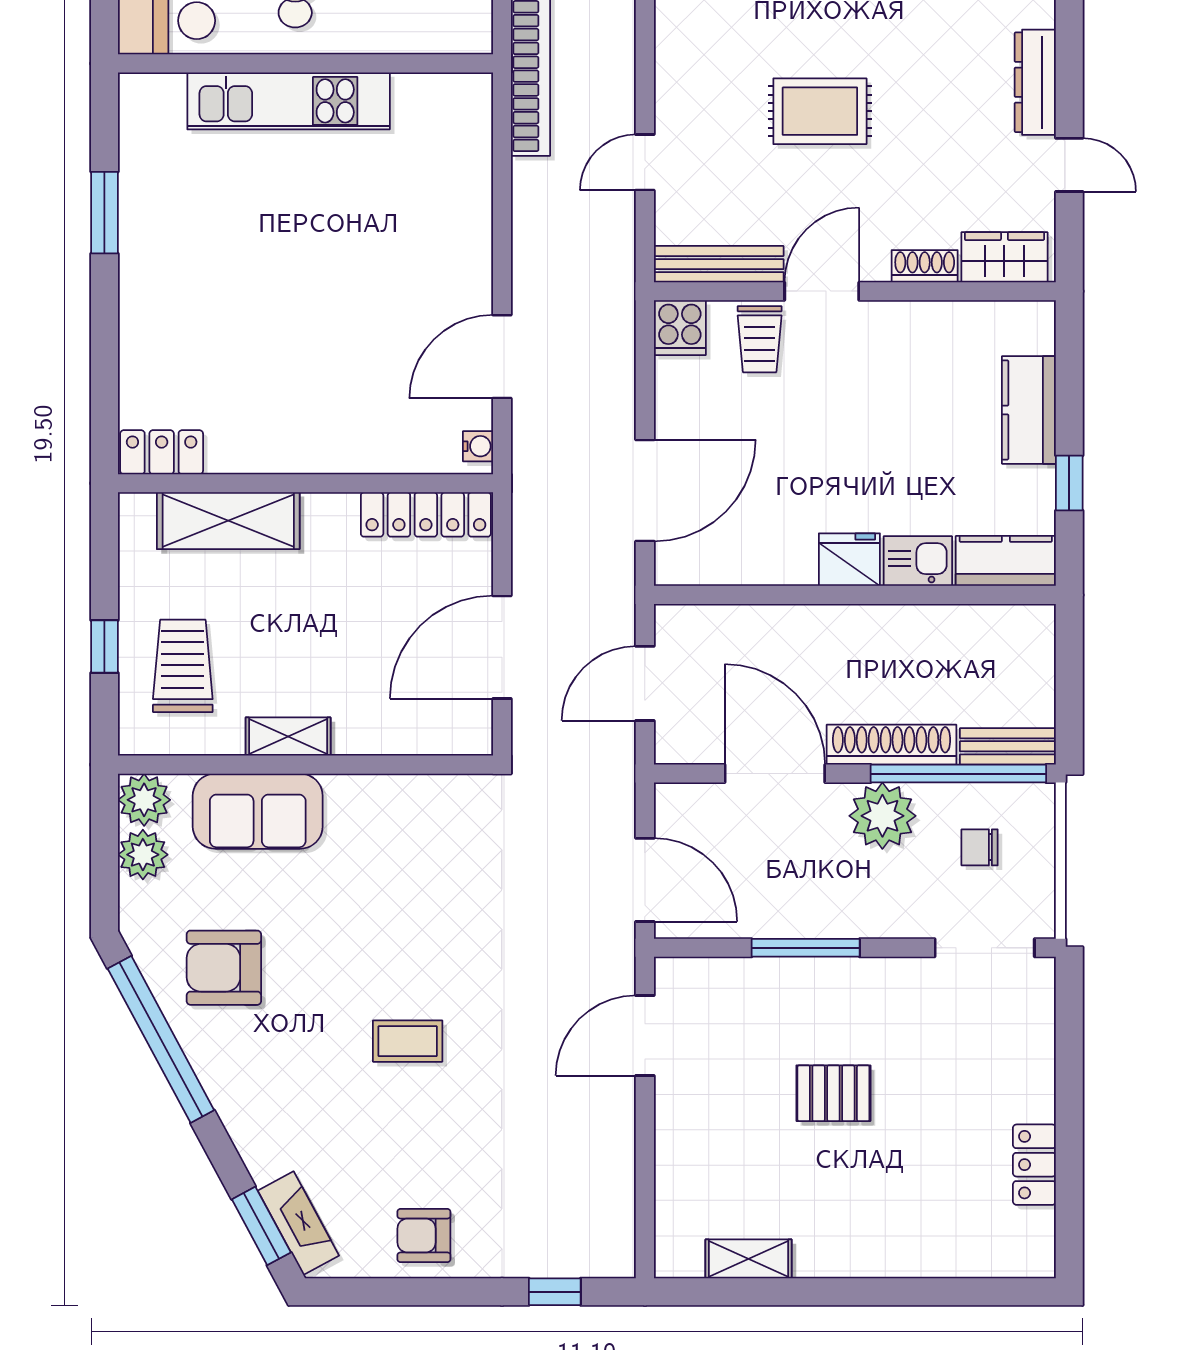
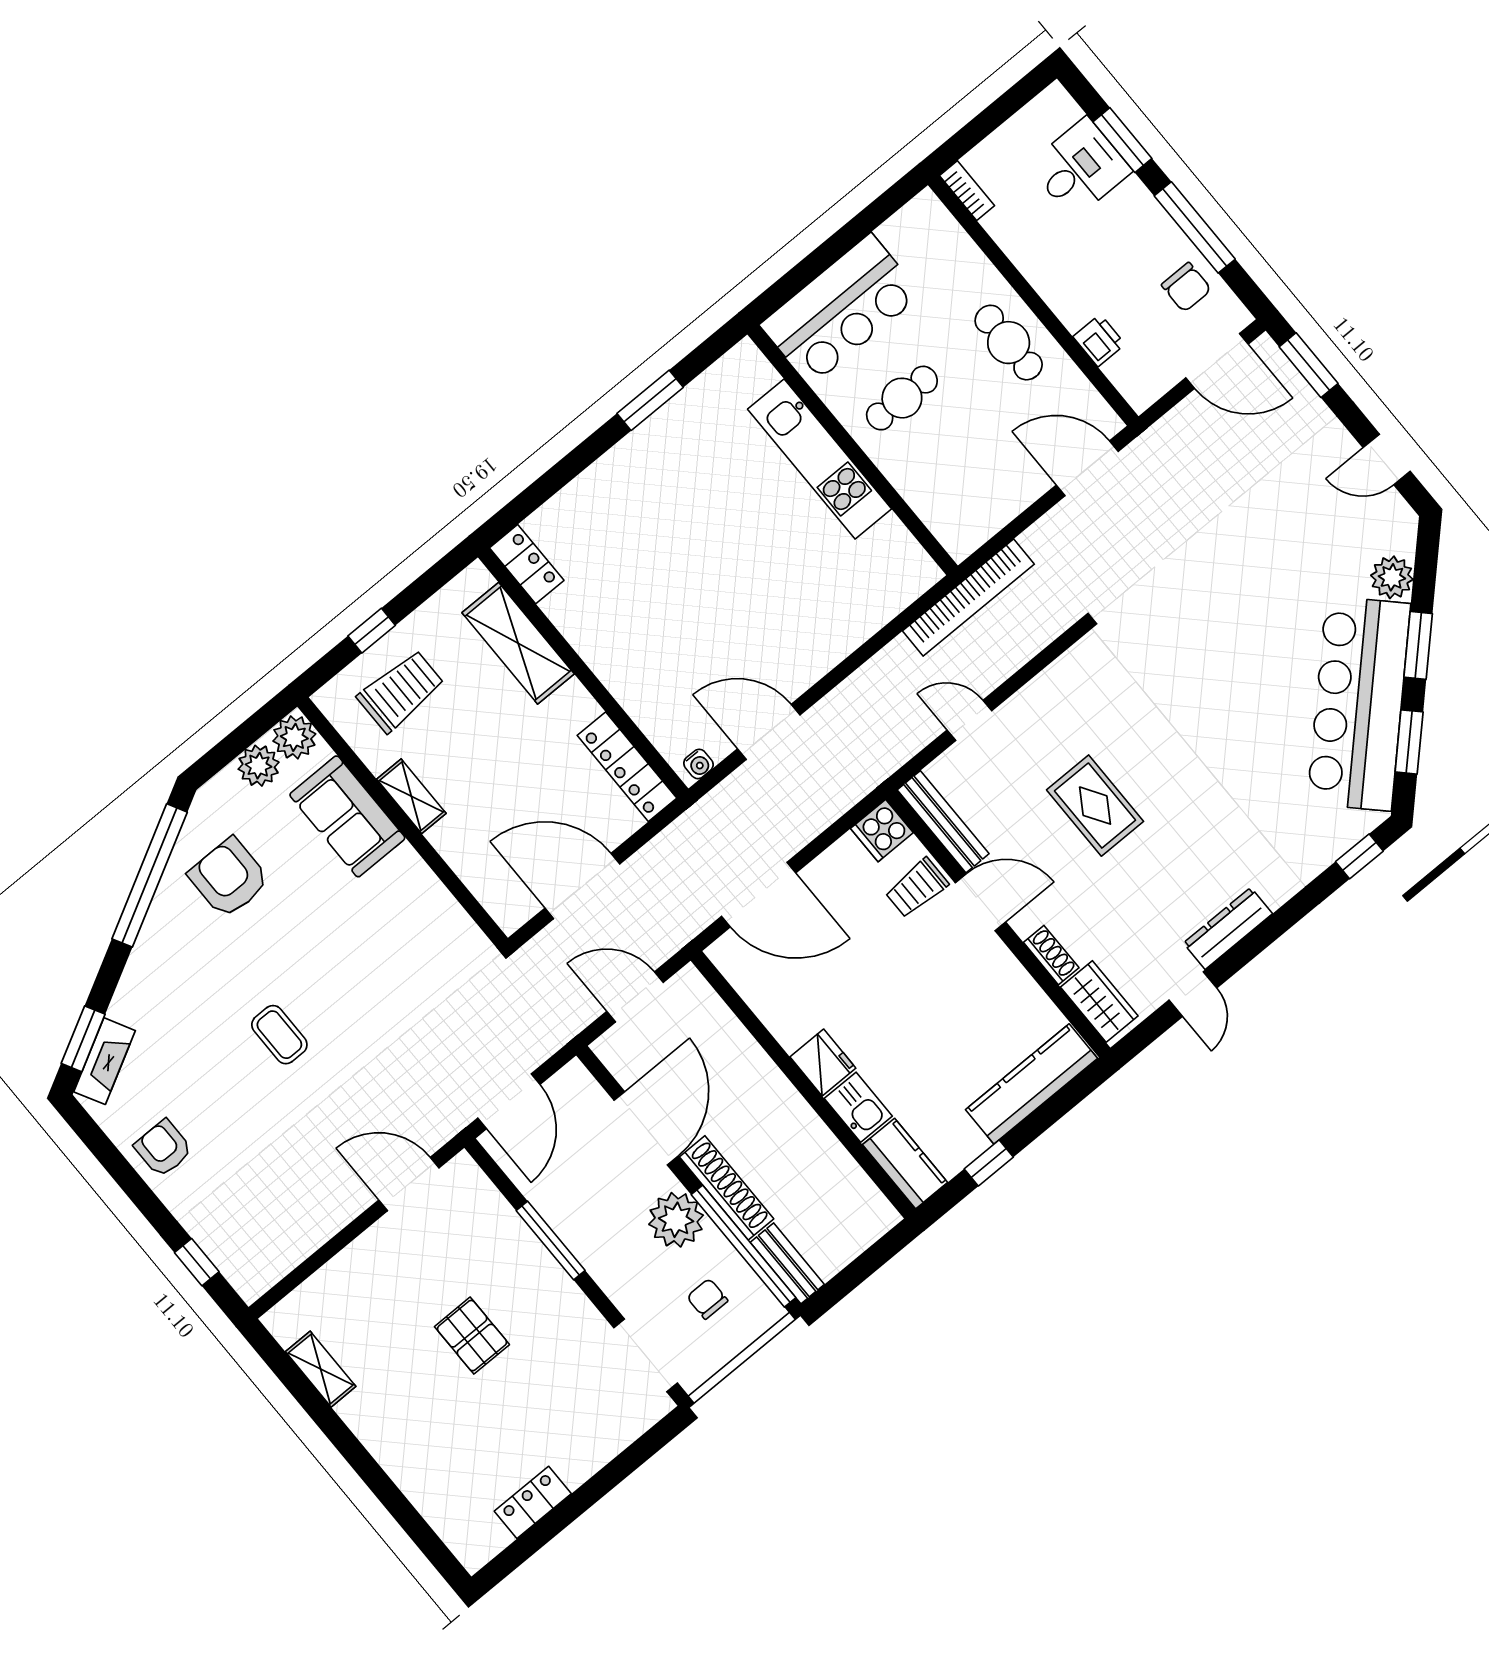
kitchen counter: (1029, 410) -> (1032, 1084), width x1.50

